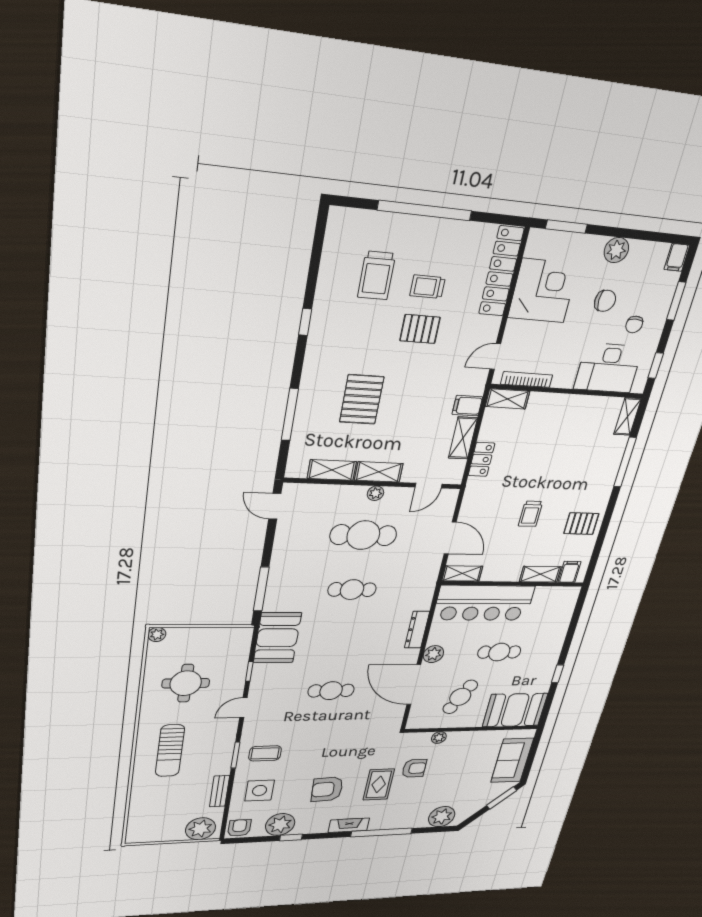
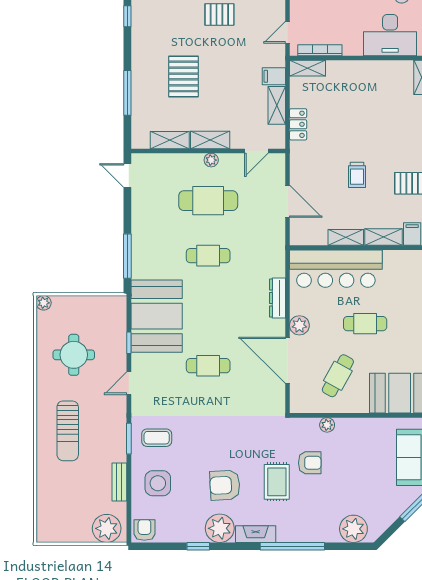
shelving: (462, 573) -> (346, 237), moved
booth: (277, 638) -> (157, 316), width x1.36, depth x1.42
plant: (280, 825) -> (220, 528), moved

